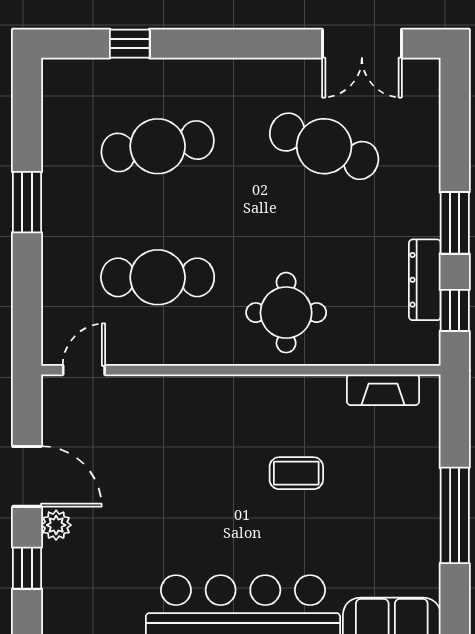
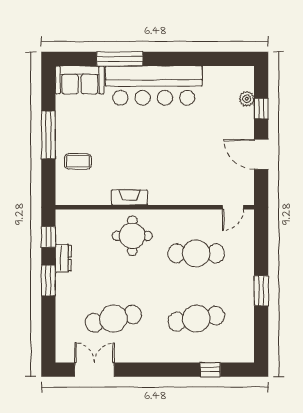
cafe table: (324, 146) -> (113, 319), turned -33
dresser: (425, 280) -> (63, 258), width x0.70
fireplace: (383, 390) -> (129, 197), moved
coffee table: (296, 473) -> (78, 161), moved
plant: (56, 525) -> (247, 99), moved

